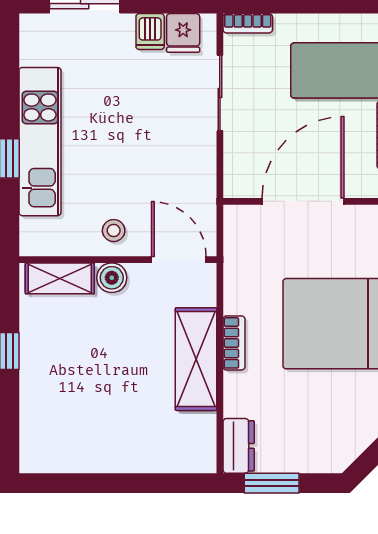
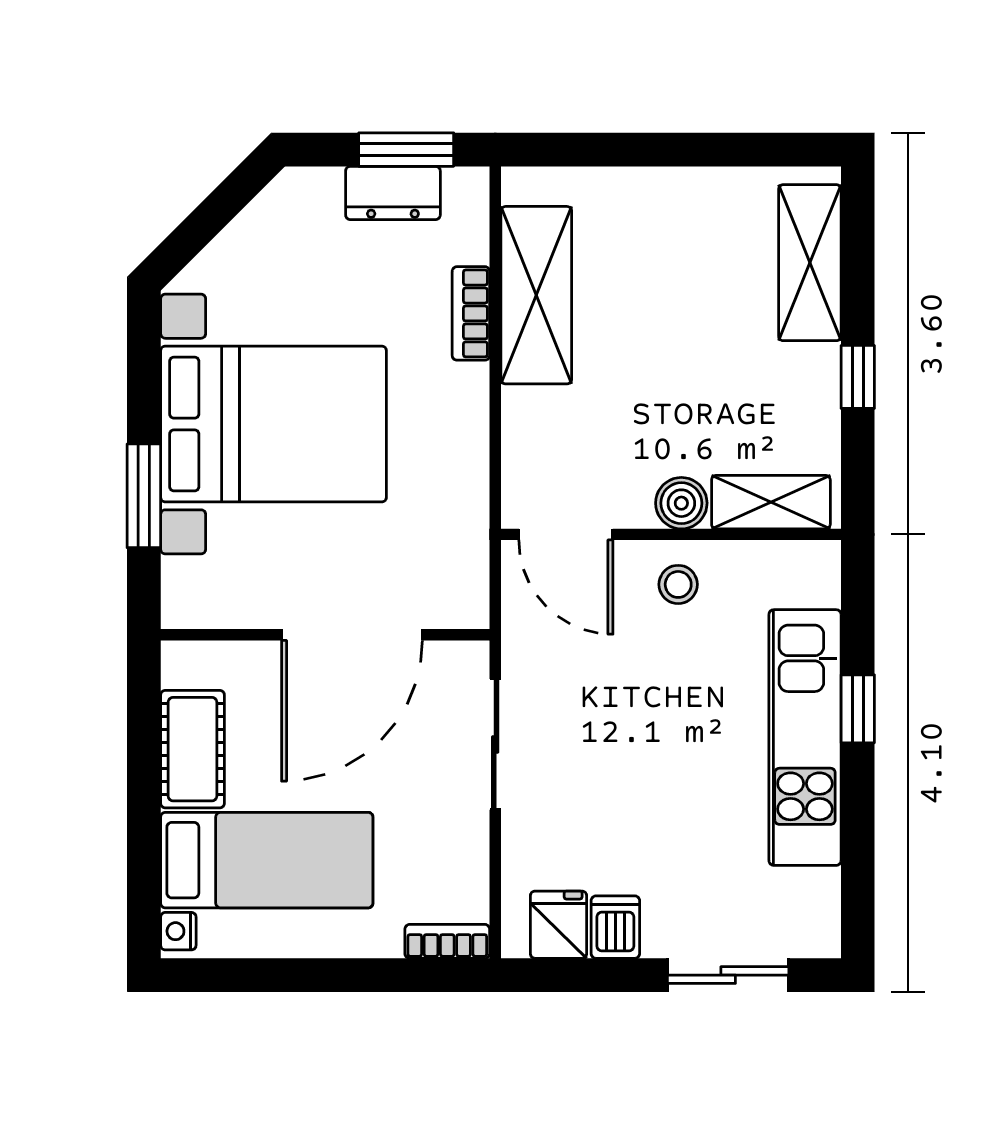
sliding door: (220, 93) -> (495, 744), moved
bookcase: (234, 343) -> (471, 313), moved
shelving: (196, 359) -> (536, 295), moved
shelving: (37, 417) -> (810, 263), added
dresser: (239, 446) -> (393, 193), moved, turned -90

